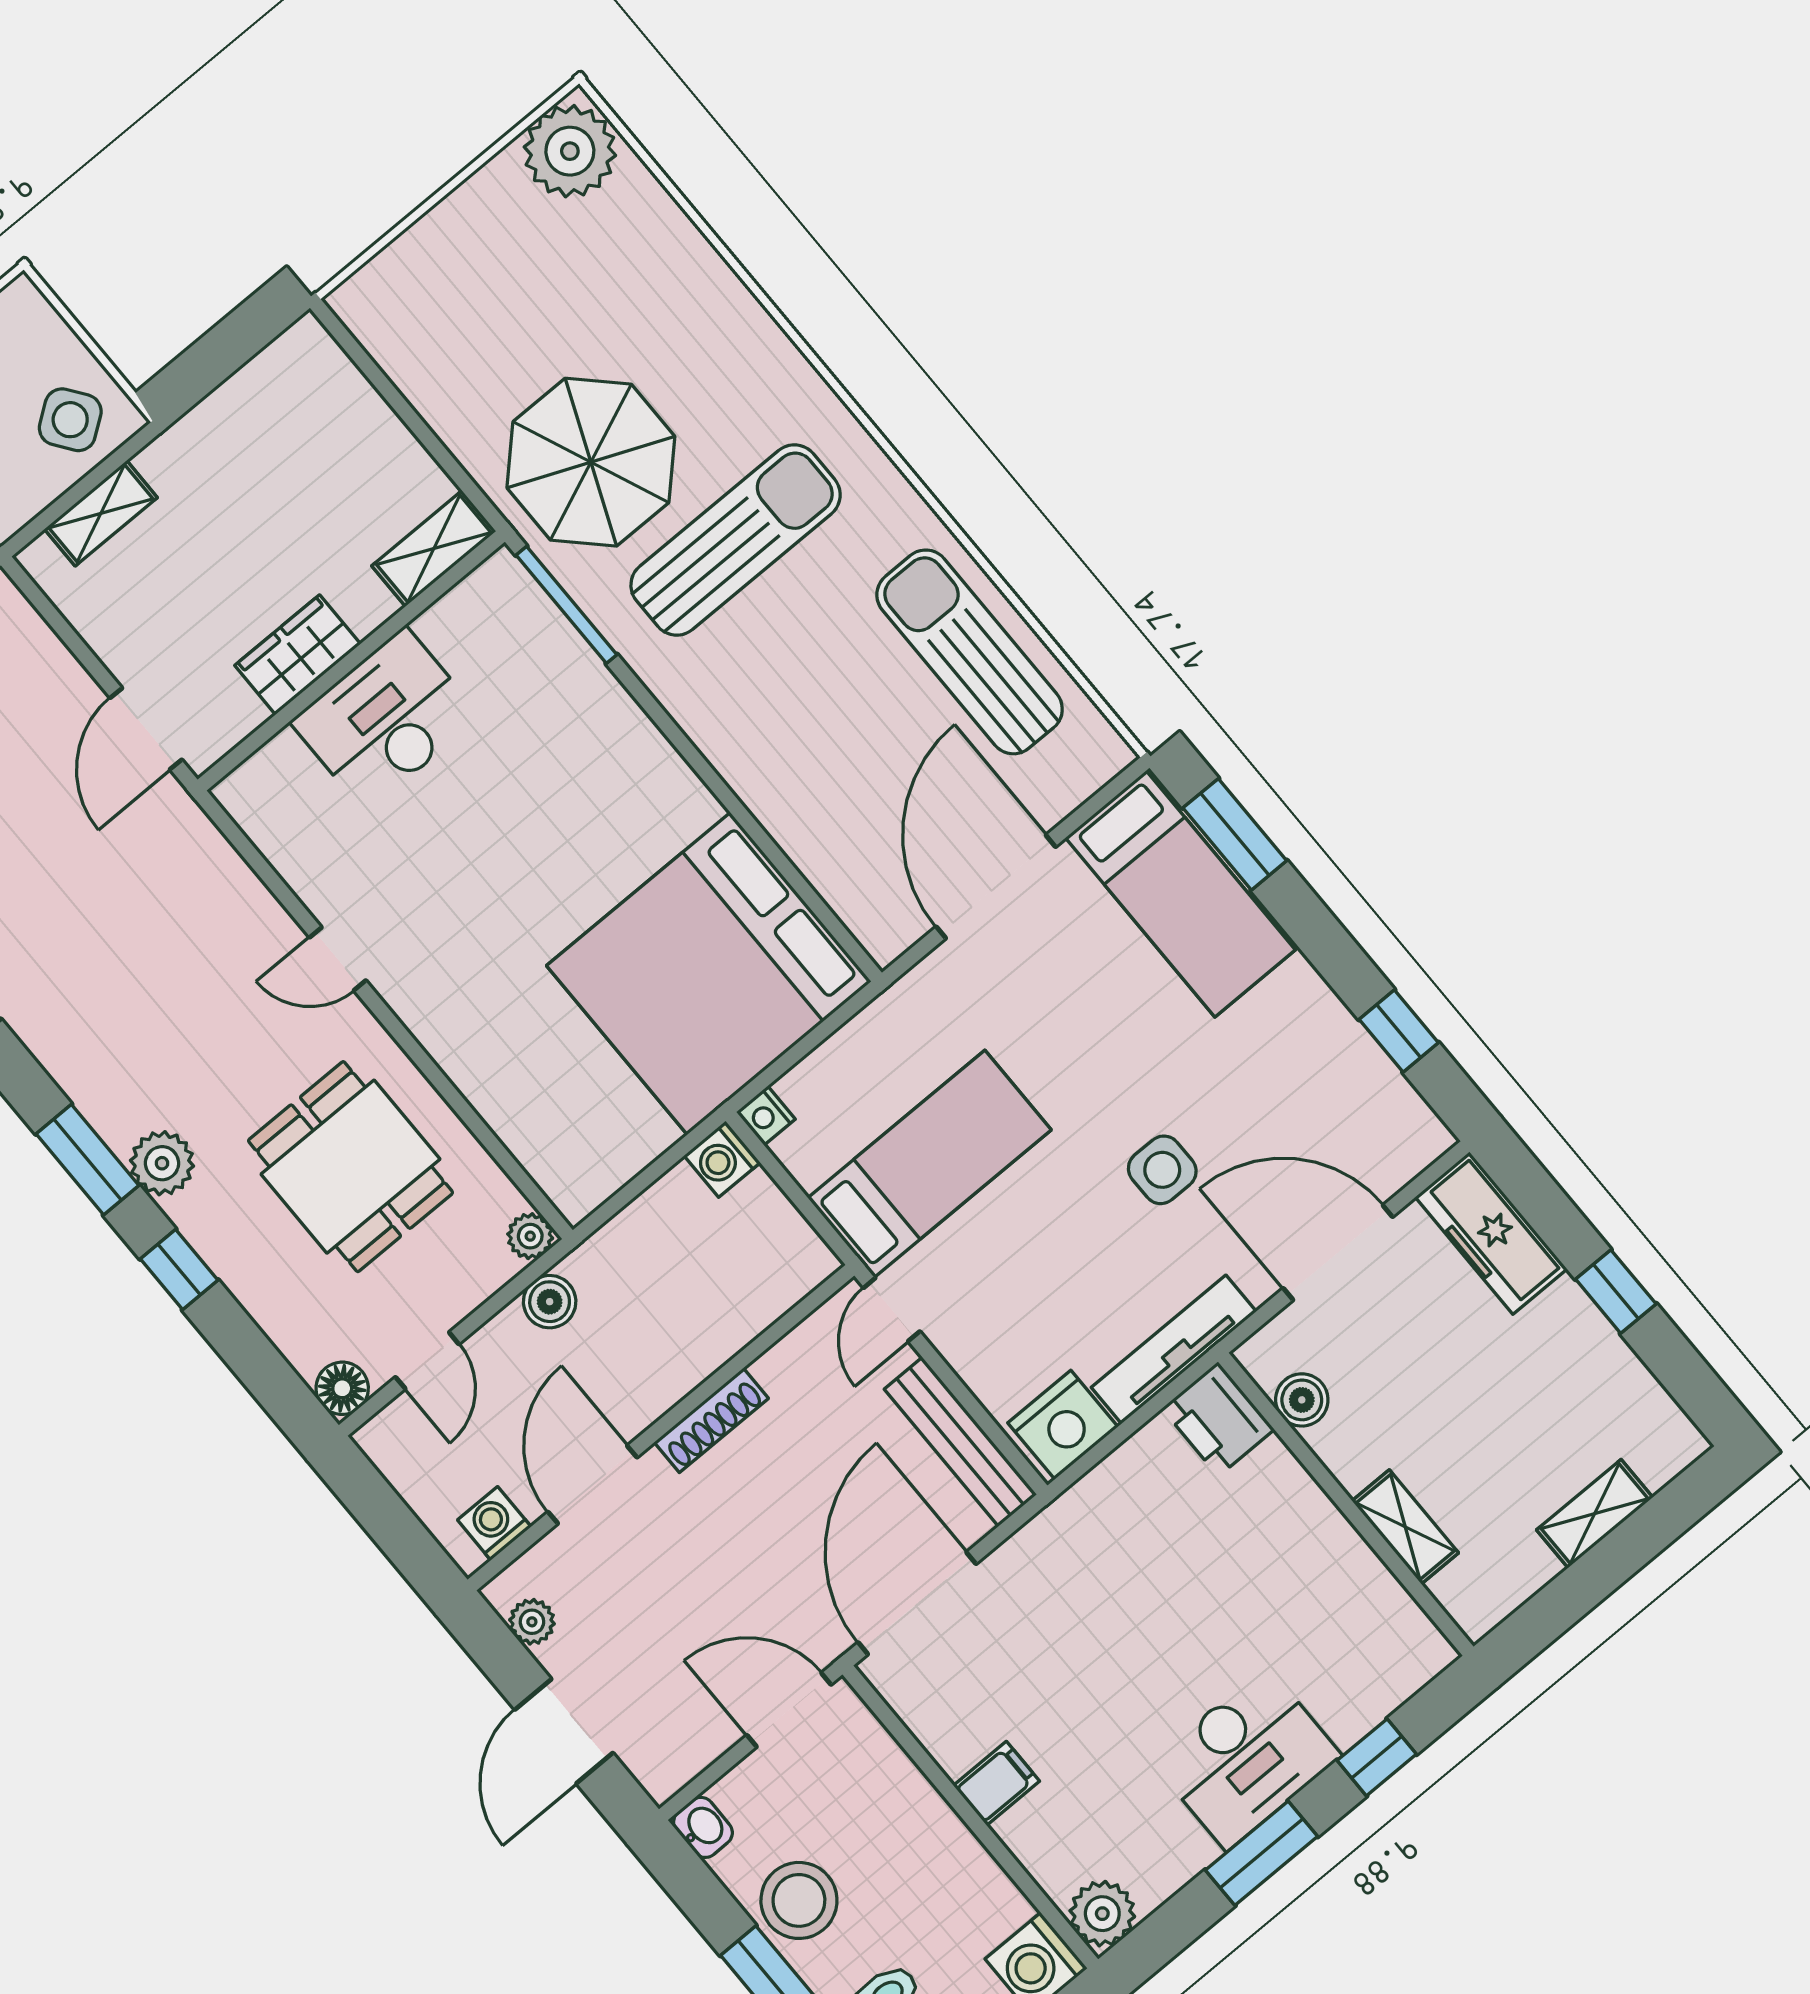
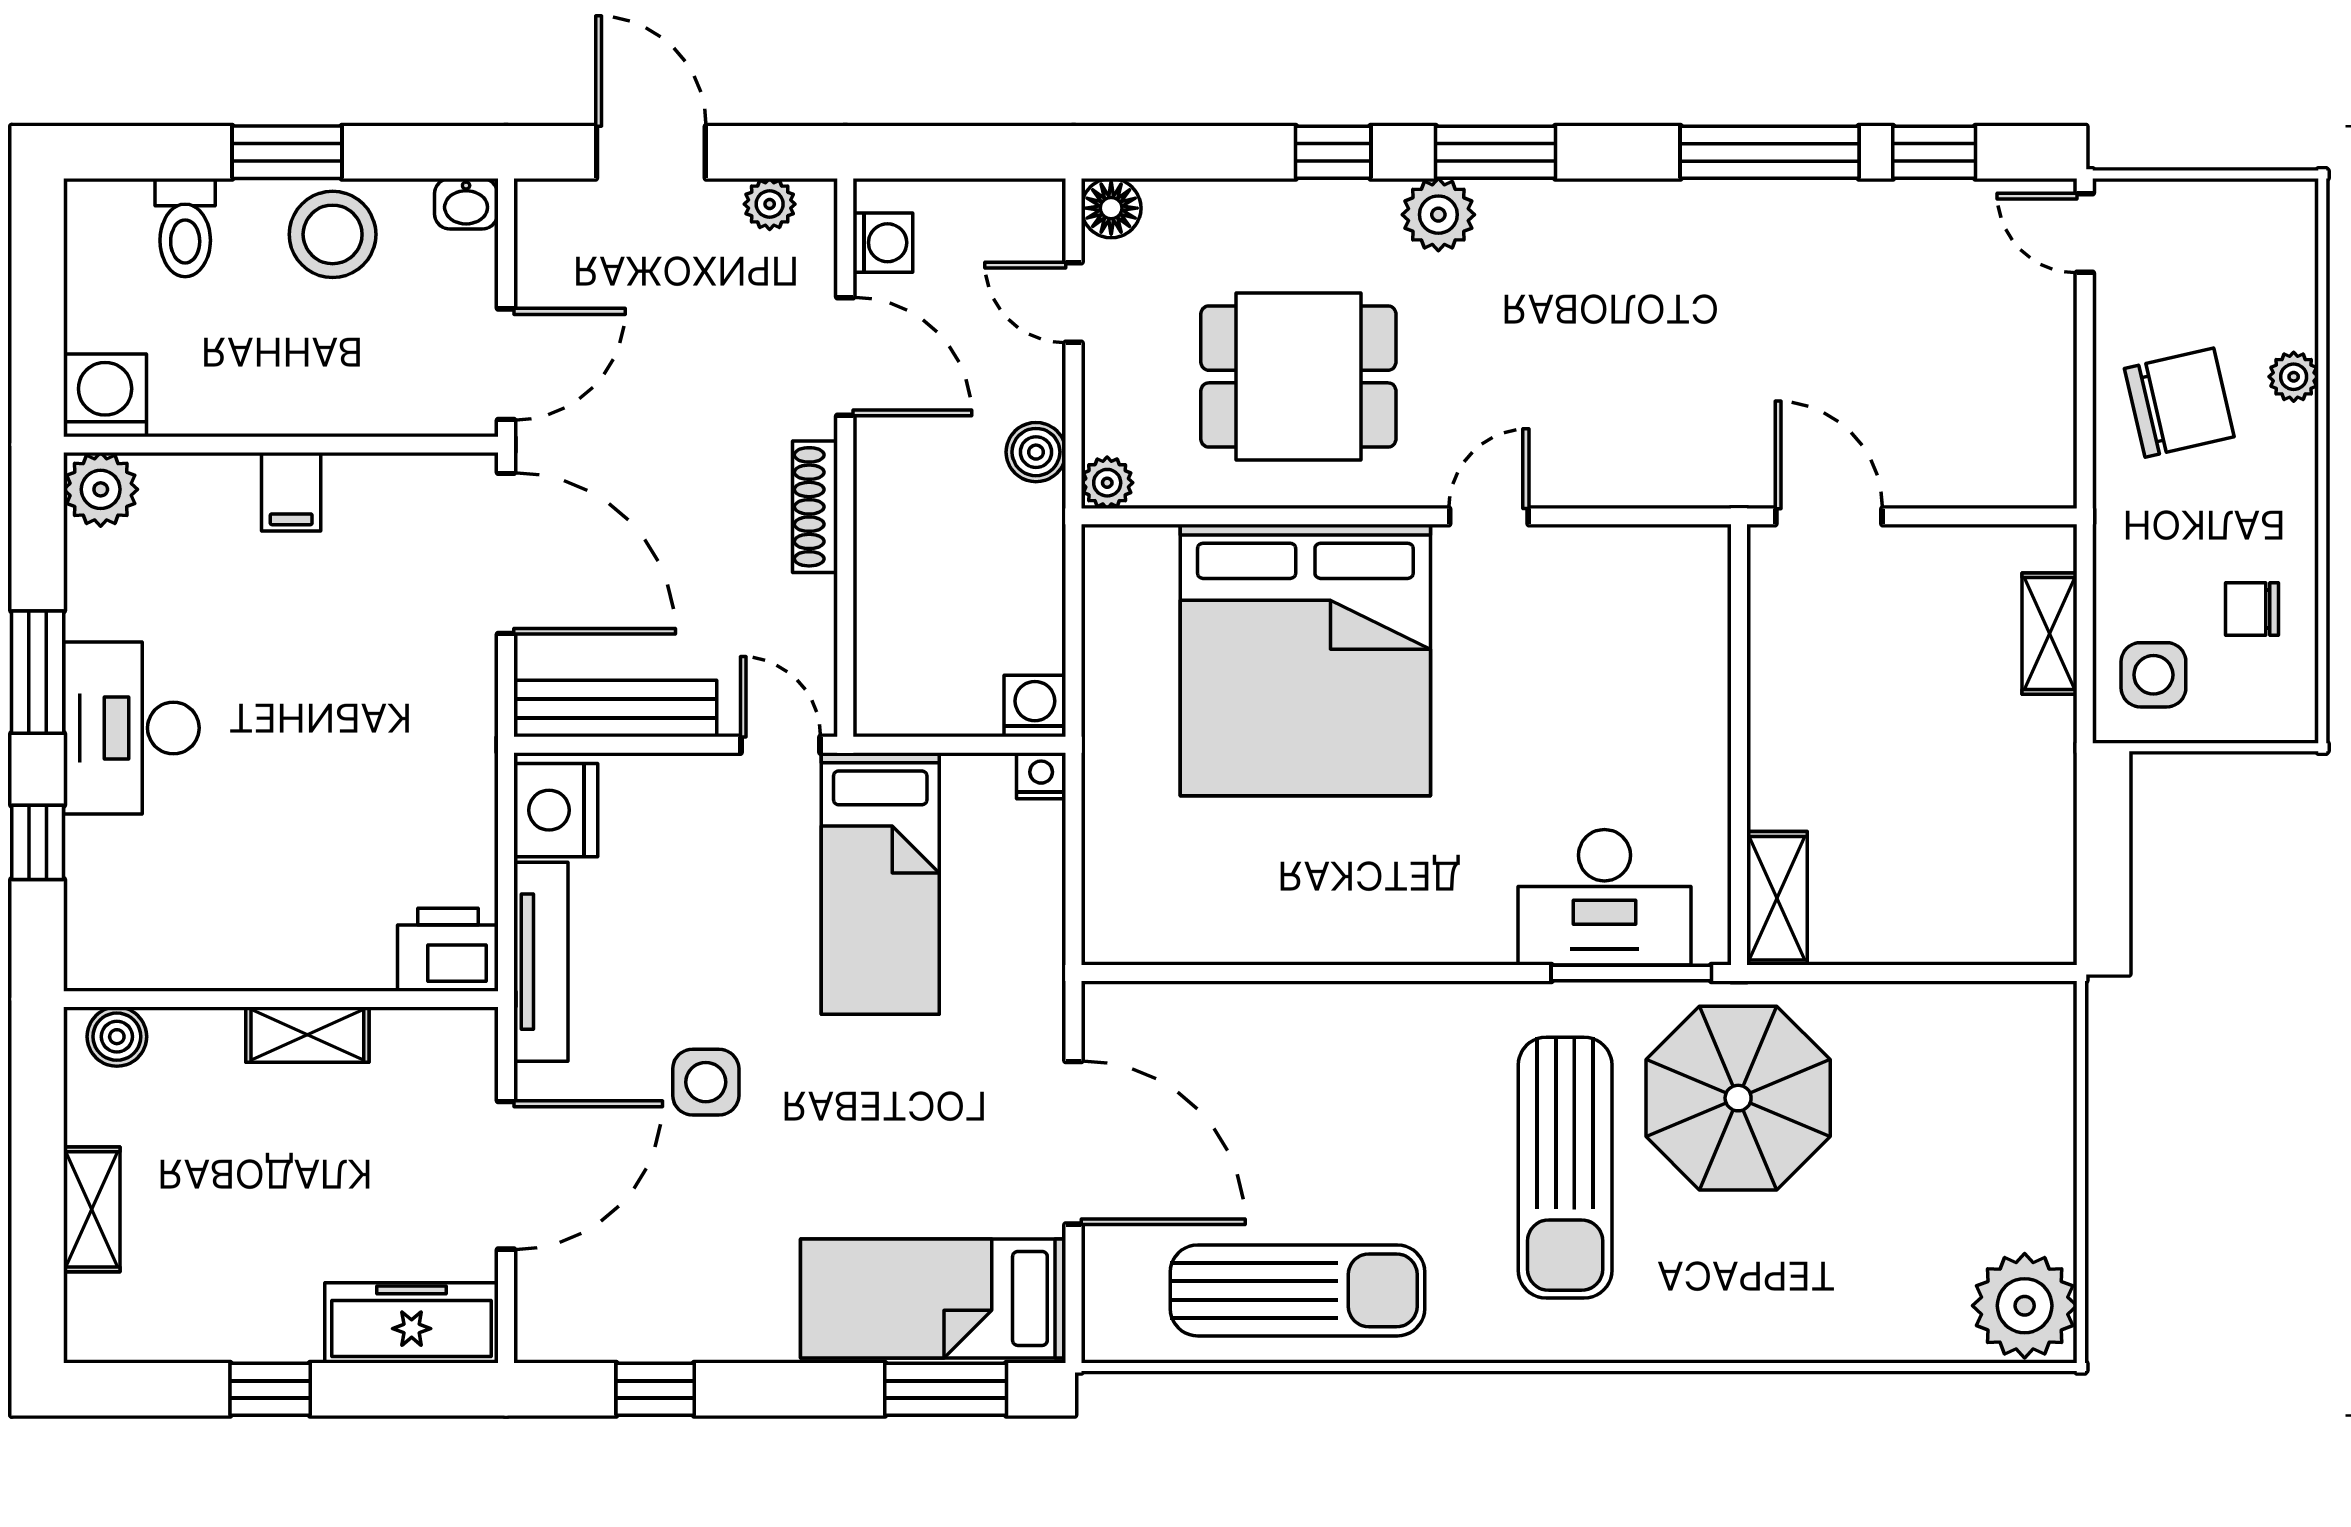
side table: (70, 420) -> (2153, 675), turned 36
wardrobe: (298, 655) -> (1783, 702), removed
desk: (385, 719) -> (1604, 897), moved, turned 90
bed: (709, 974) -> (1305, 660), moved, turned 180
boiler: (1302, 1400) -> (117, 1037), moved
shelving: (1405, 1527) -> (307, 1035), moved

